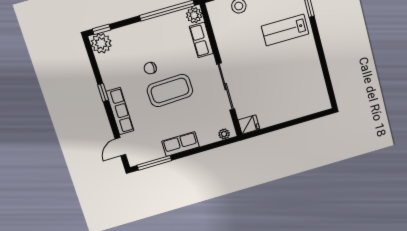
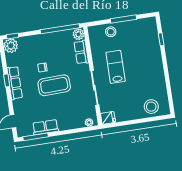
lab bench: (285, 30) -> (116, 67), moved, turned 90
stool: (305, 102) -> (151, 107), added
row of seats: (120, 111) -> (15, 83), moved
row of seats: (181, 144) -> (45, 127), moved

